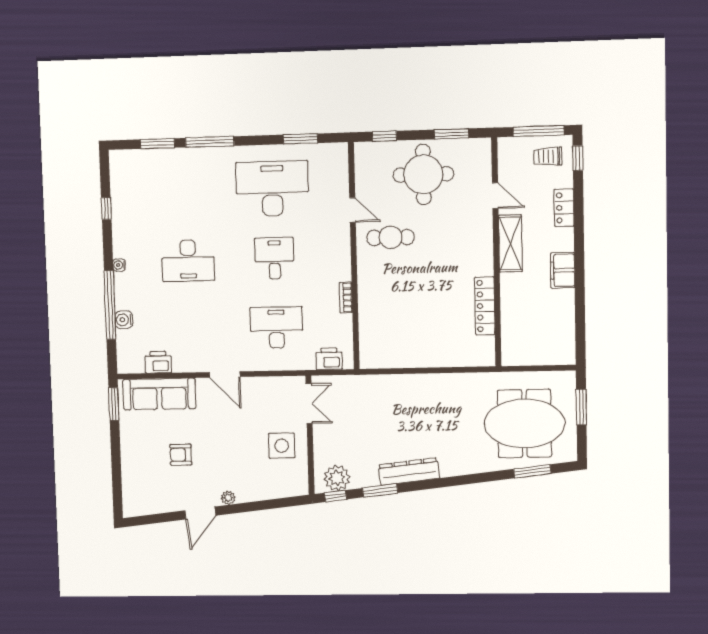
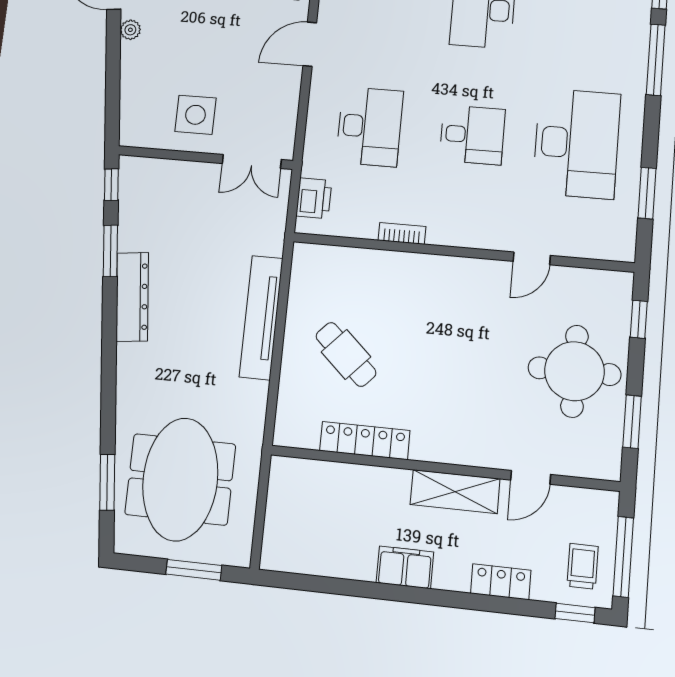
cafe table: (391, 237) -> (346, 354), moved, turned -47
tv unit: (412, 384) -> (261, 317), added
plant: (337, 478) -> (137, 190), removed

